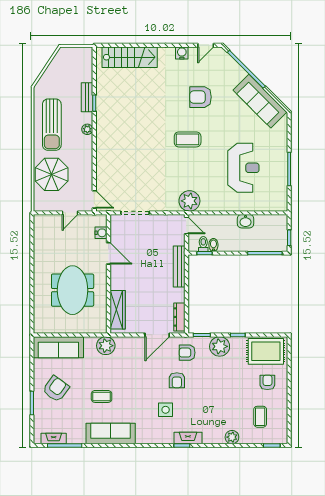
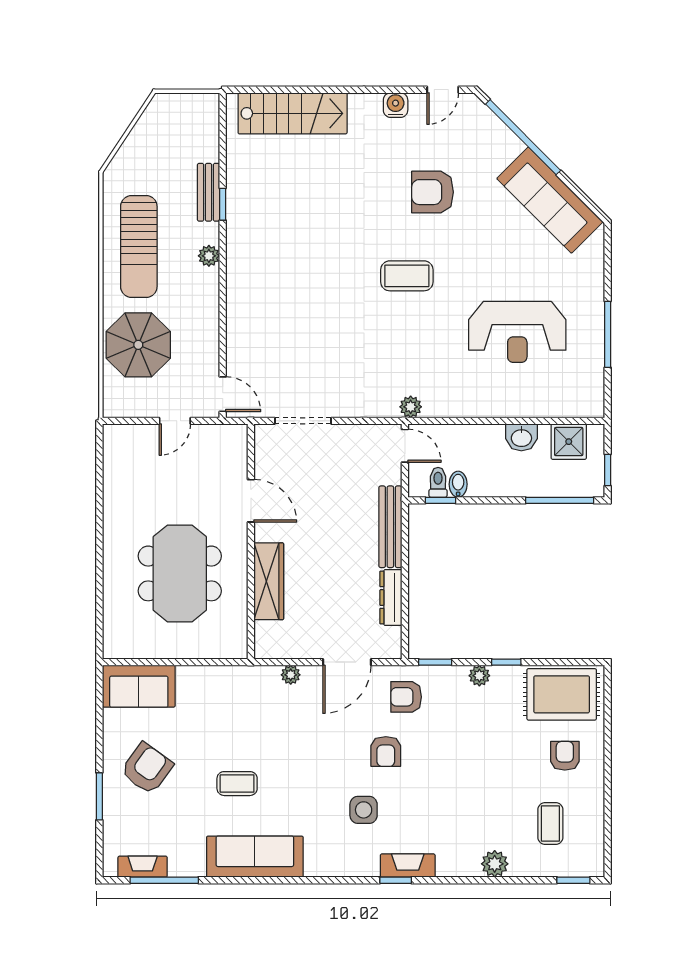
reception desk: (243, 168) -> (517, 332), turned 90
plant: (189, 201) -> (411, 407), width x0.53, depth x0.53
shower: (269, 223) -> (569, 442), added
water cooler: (101, 233) -> (236, 460), removed
wardrobe: (118, 310) -> (269, 581), moved
dresser: (179, 317) -> (391, 598), moved
plant: (106, 346) -> (291, 675), moved, width x0.53, depth x0.53
plant: (220, 346) -> (479, 676), width x0.53, depth x0.53
sofa: (58, 347) -> (139, 686), width x0.73

